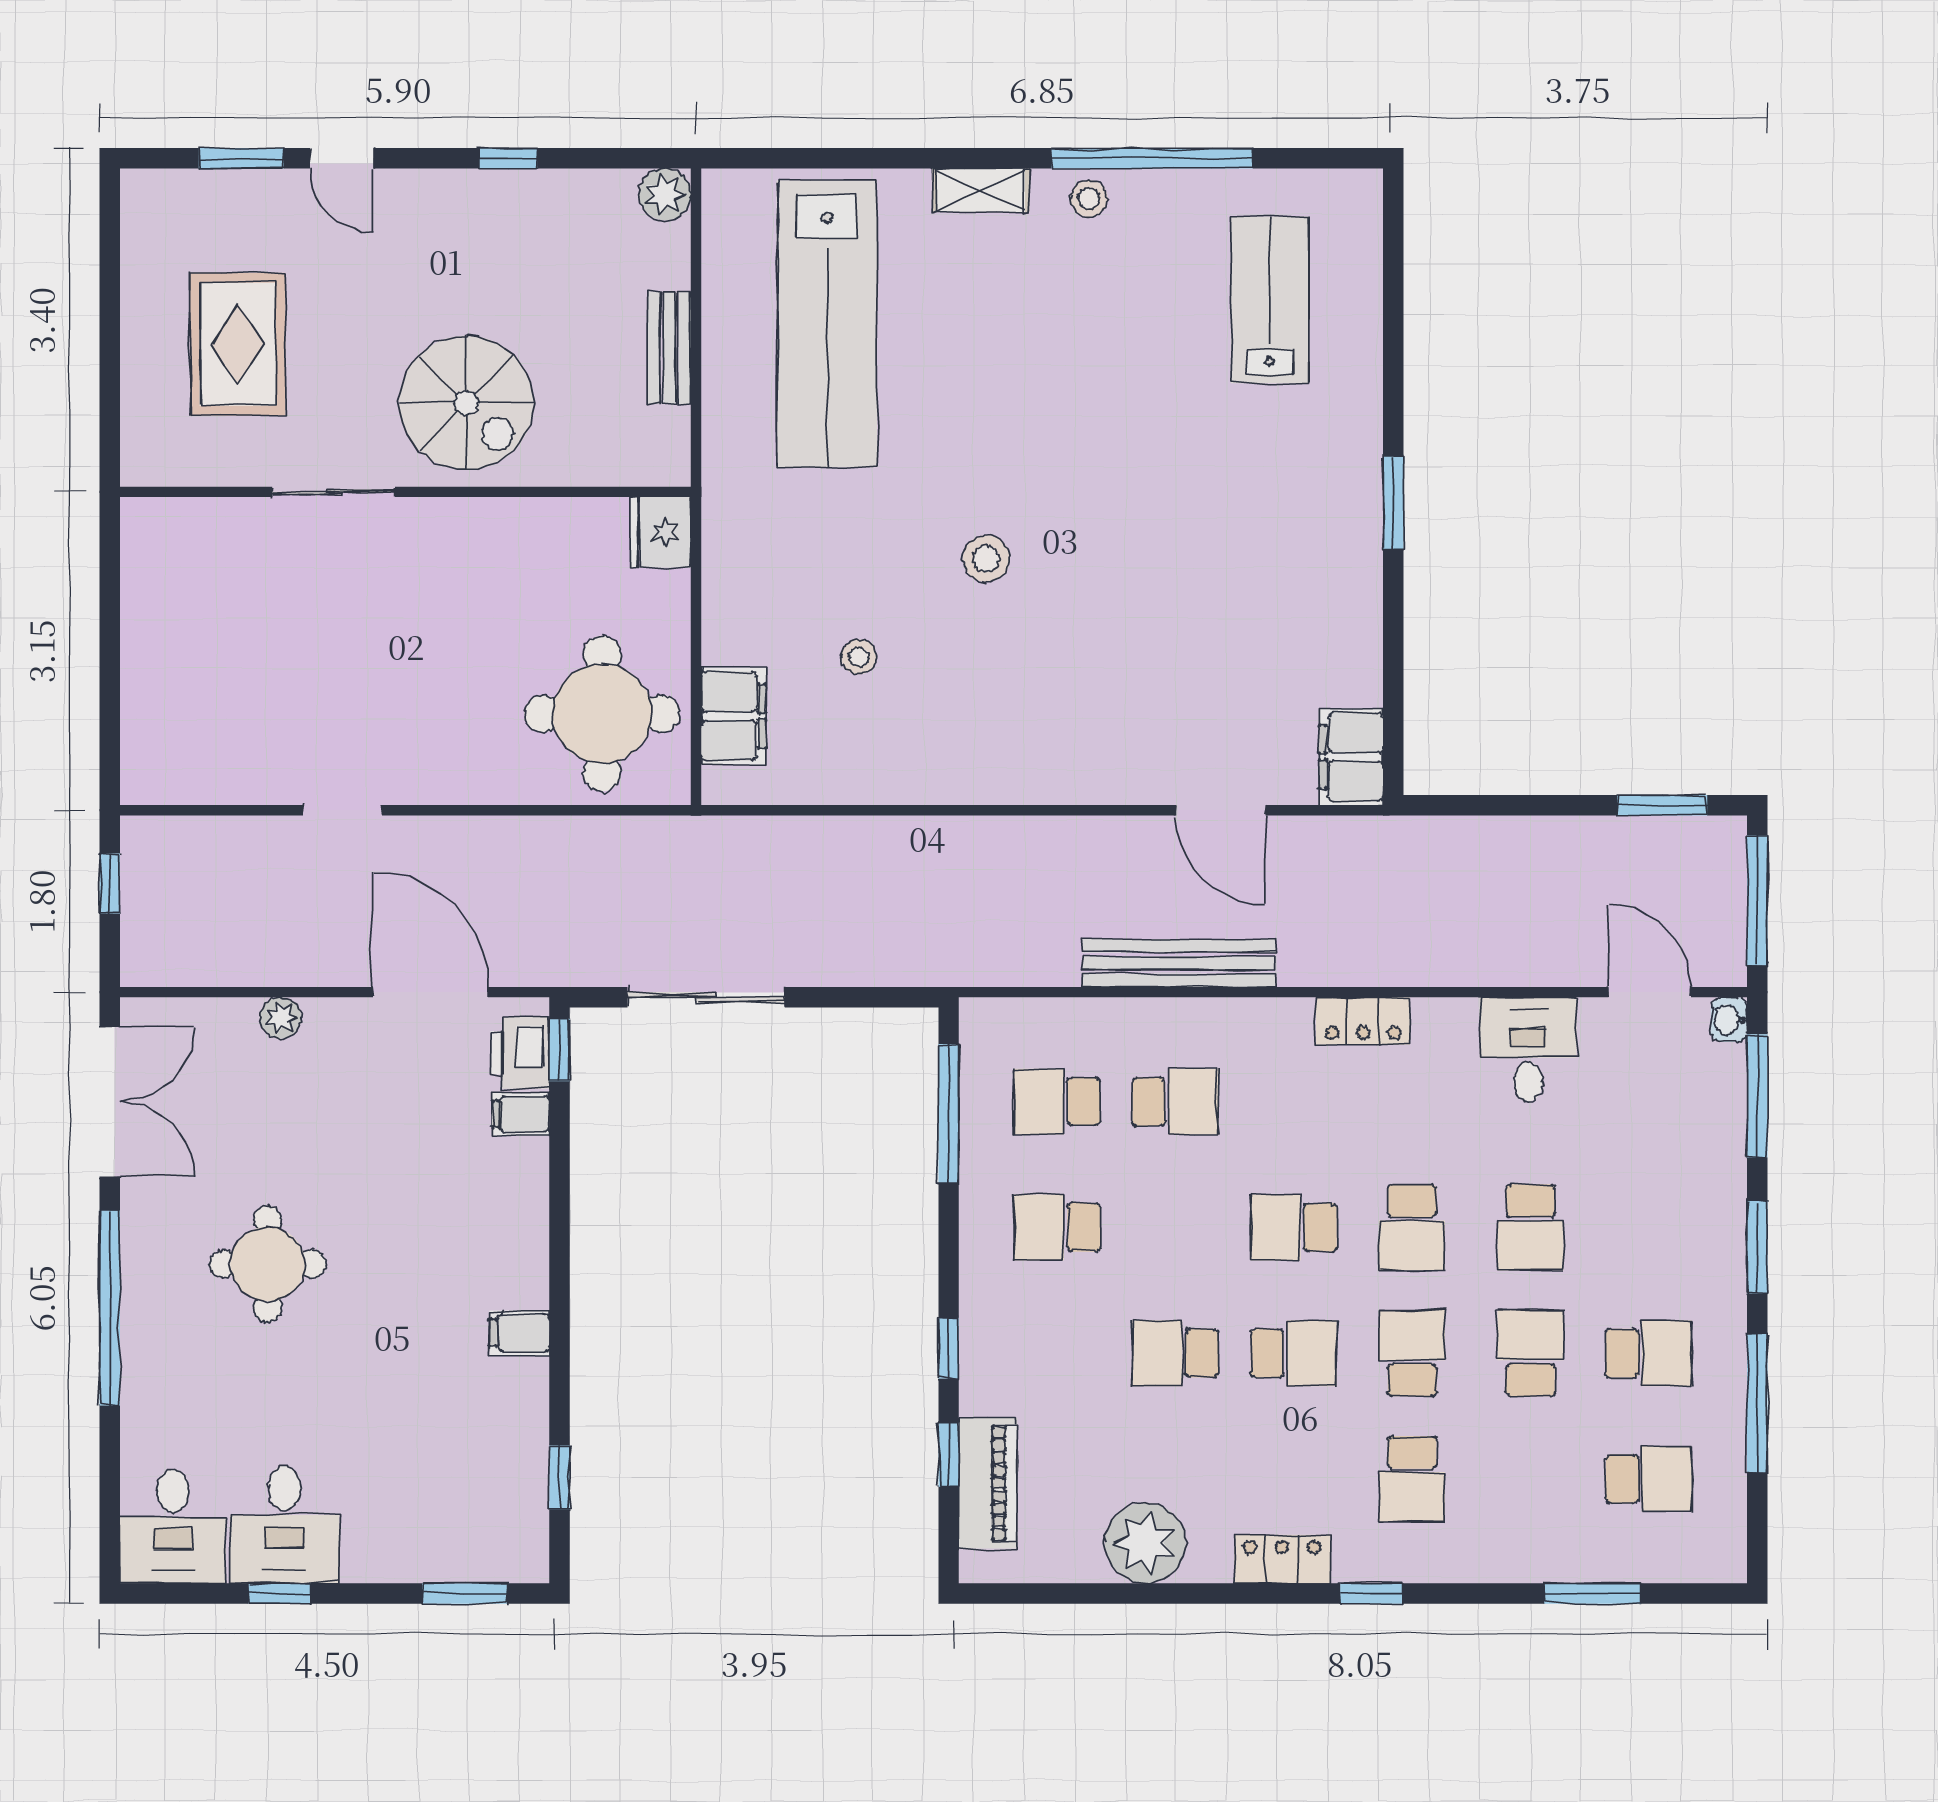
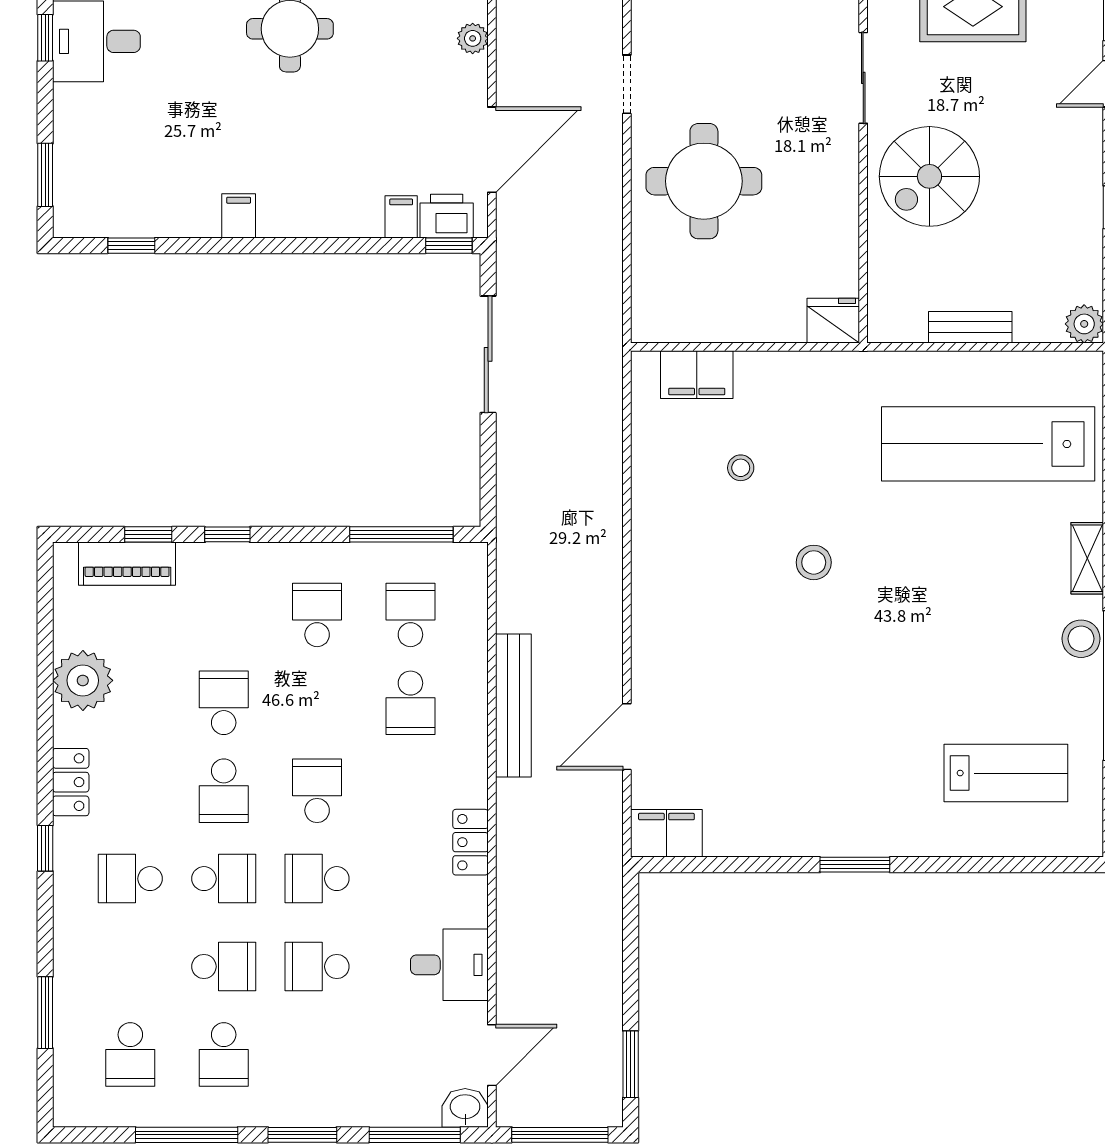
stool: (1089, 199) -> (1081, 639), width x1.37, depth x1.37
round table: (602, 714) -> (704, 181), moved
washbasin: (1729, 1020) -> (465, 1108), width x1.38, depth x1.45

